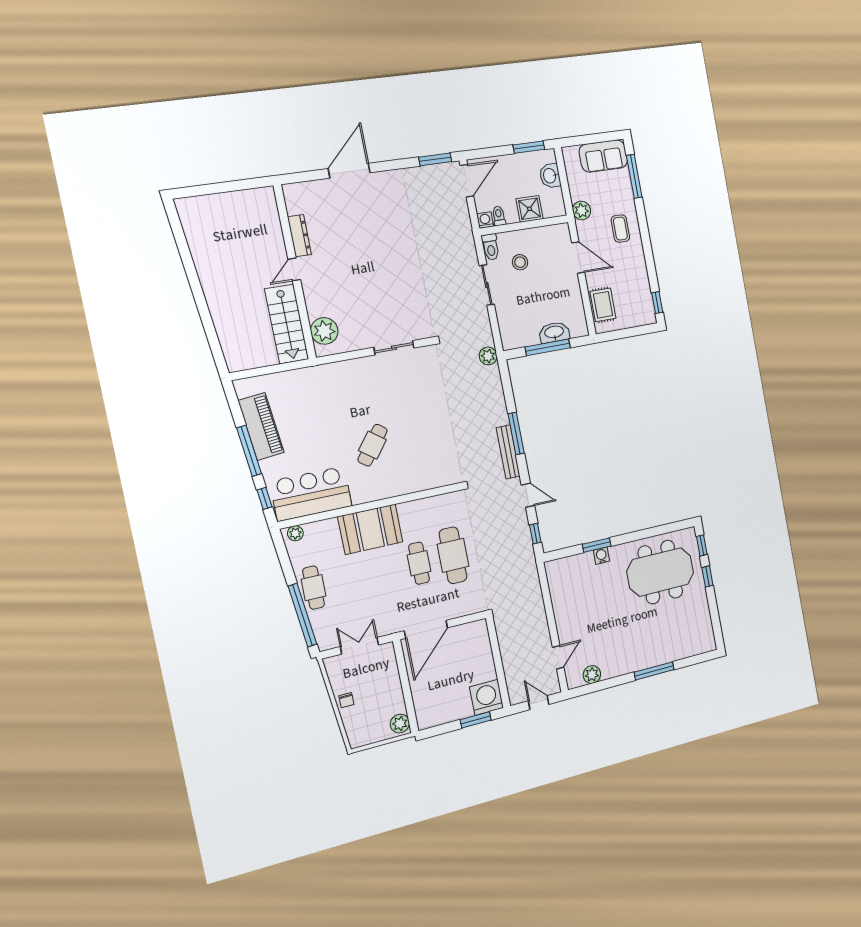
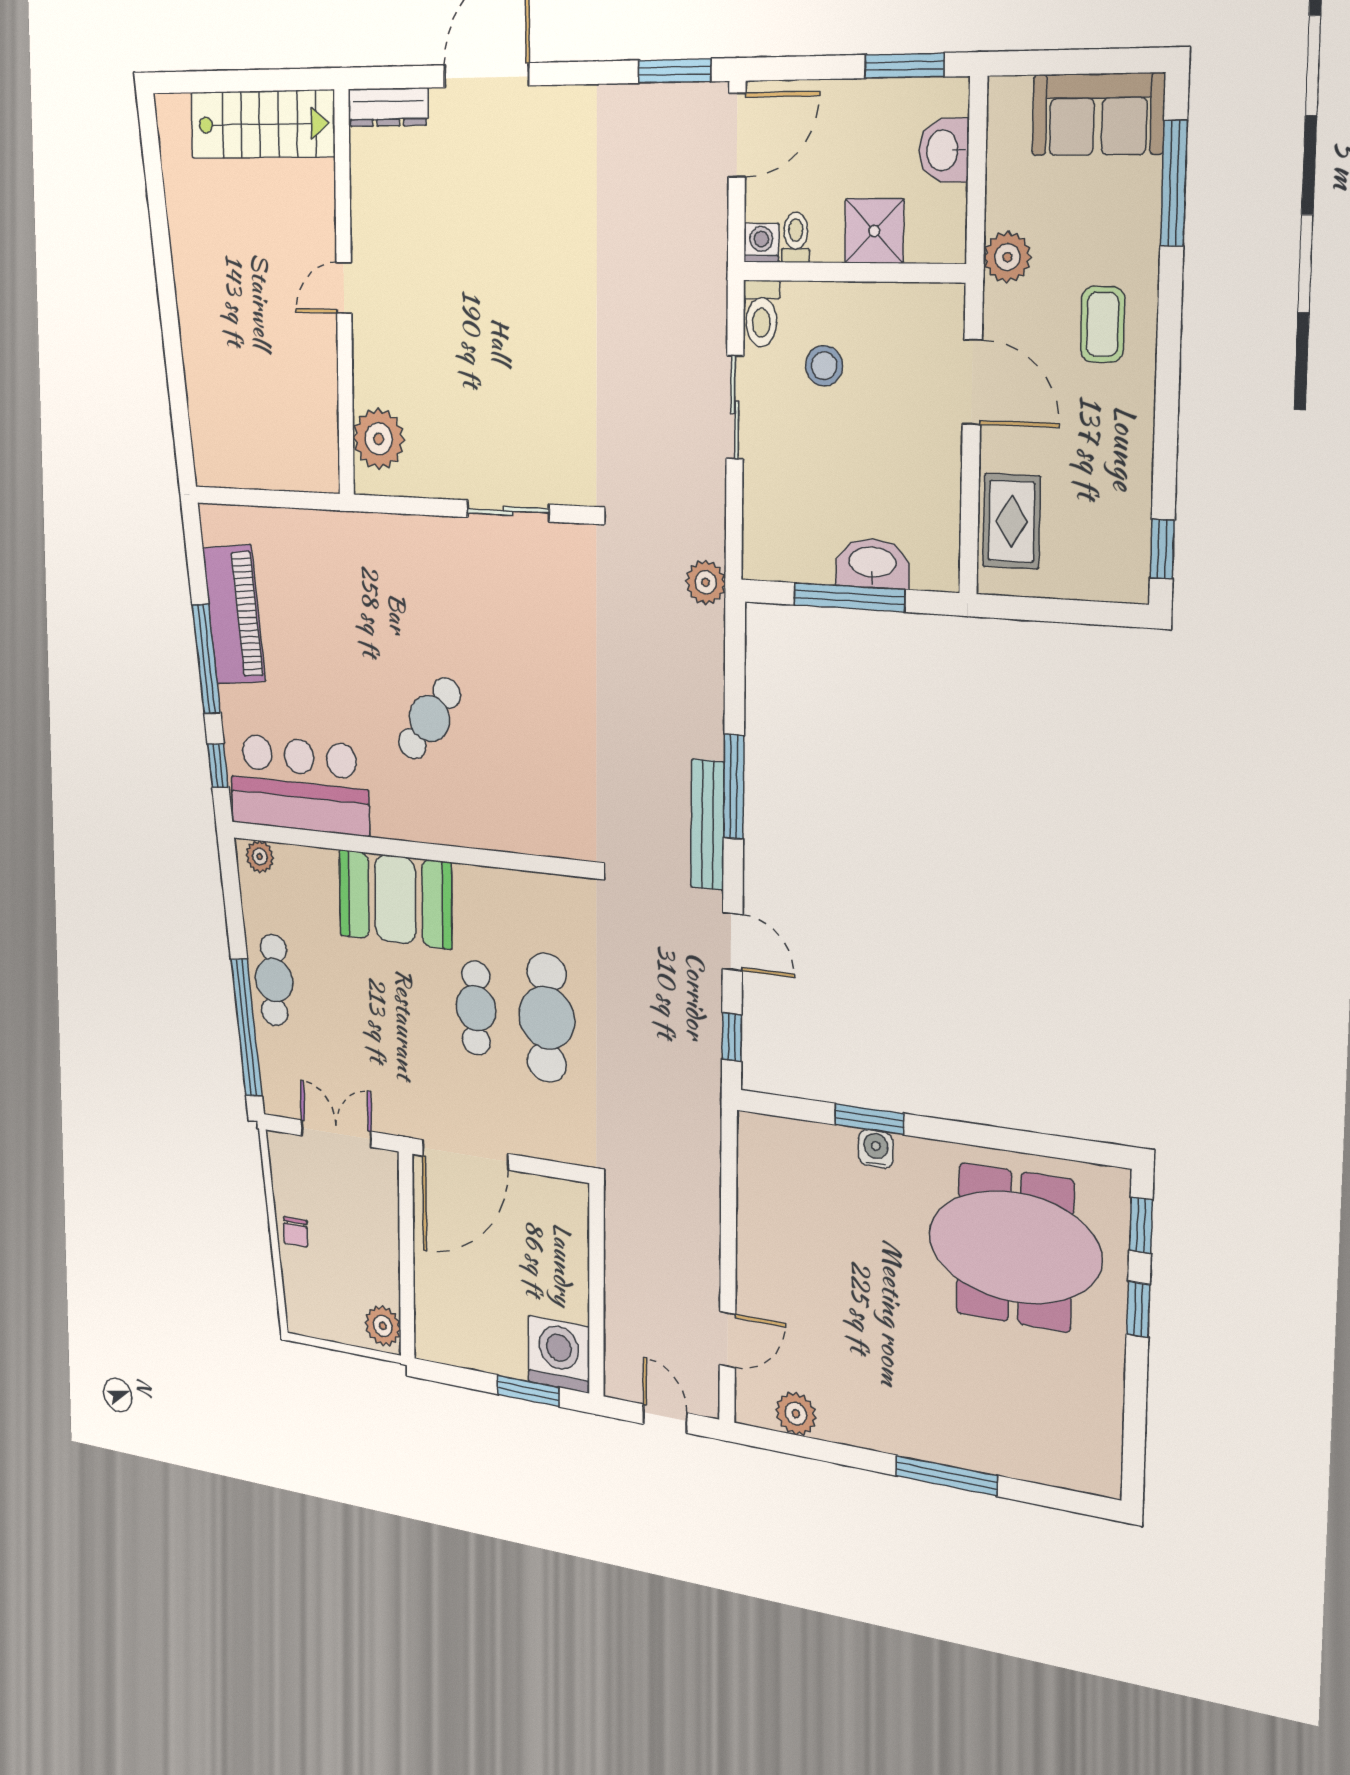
dresser: (299, 236) -> (388, 107), moved, turned 90
stairs: (287, 324) -> (262, 124), moved, turned -90

